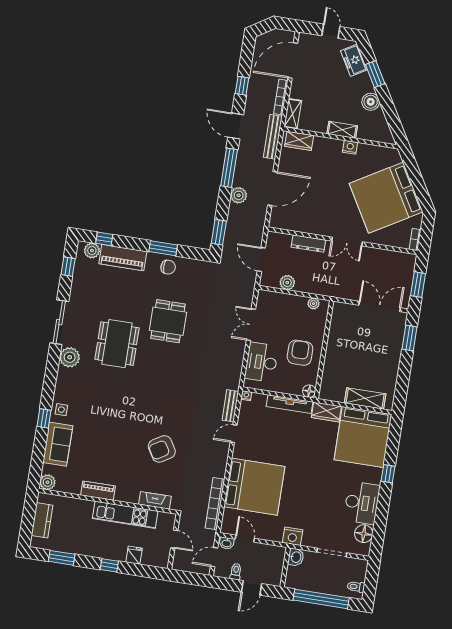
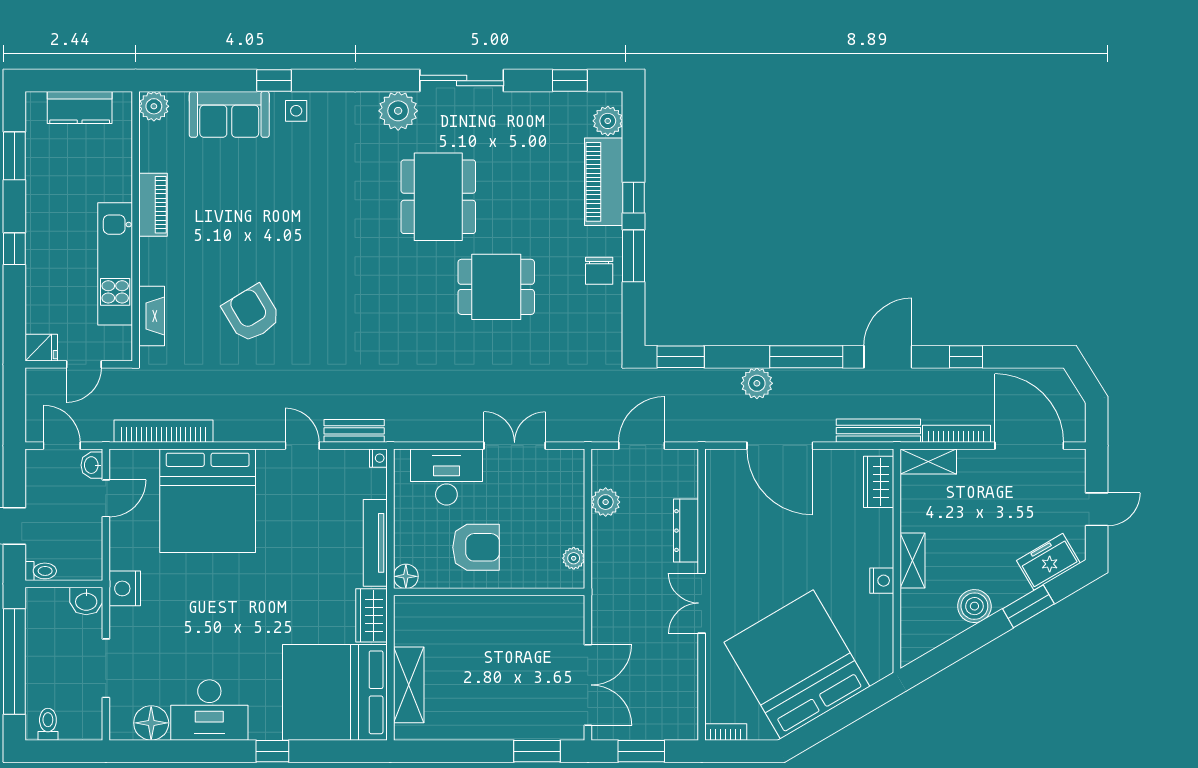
window: (104, 239) -> (633, 198), moved
dining table: (117, 344) -> (438, 197), turned 90
fridge: (134, 555) -> (41, 348), moved
toilet: (236, 572) -> (41, 571), moved

